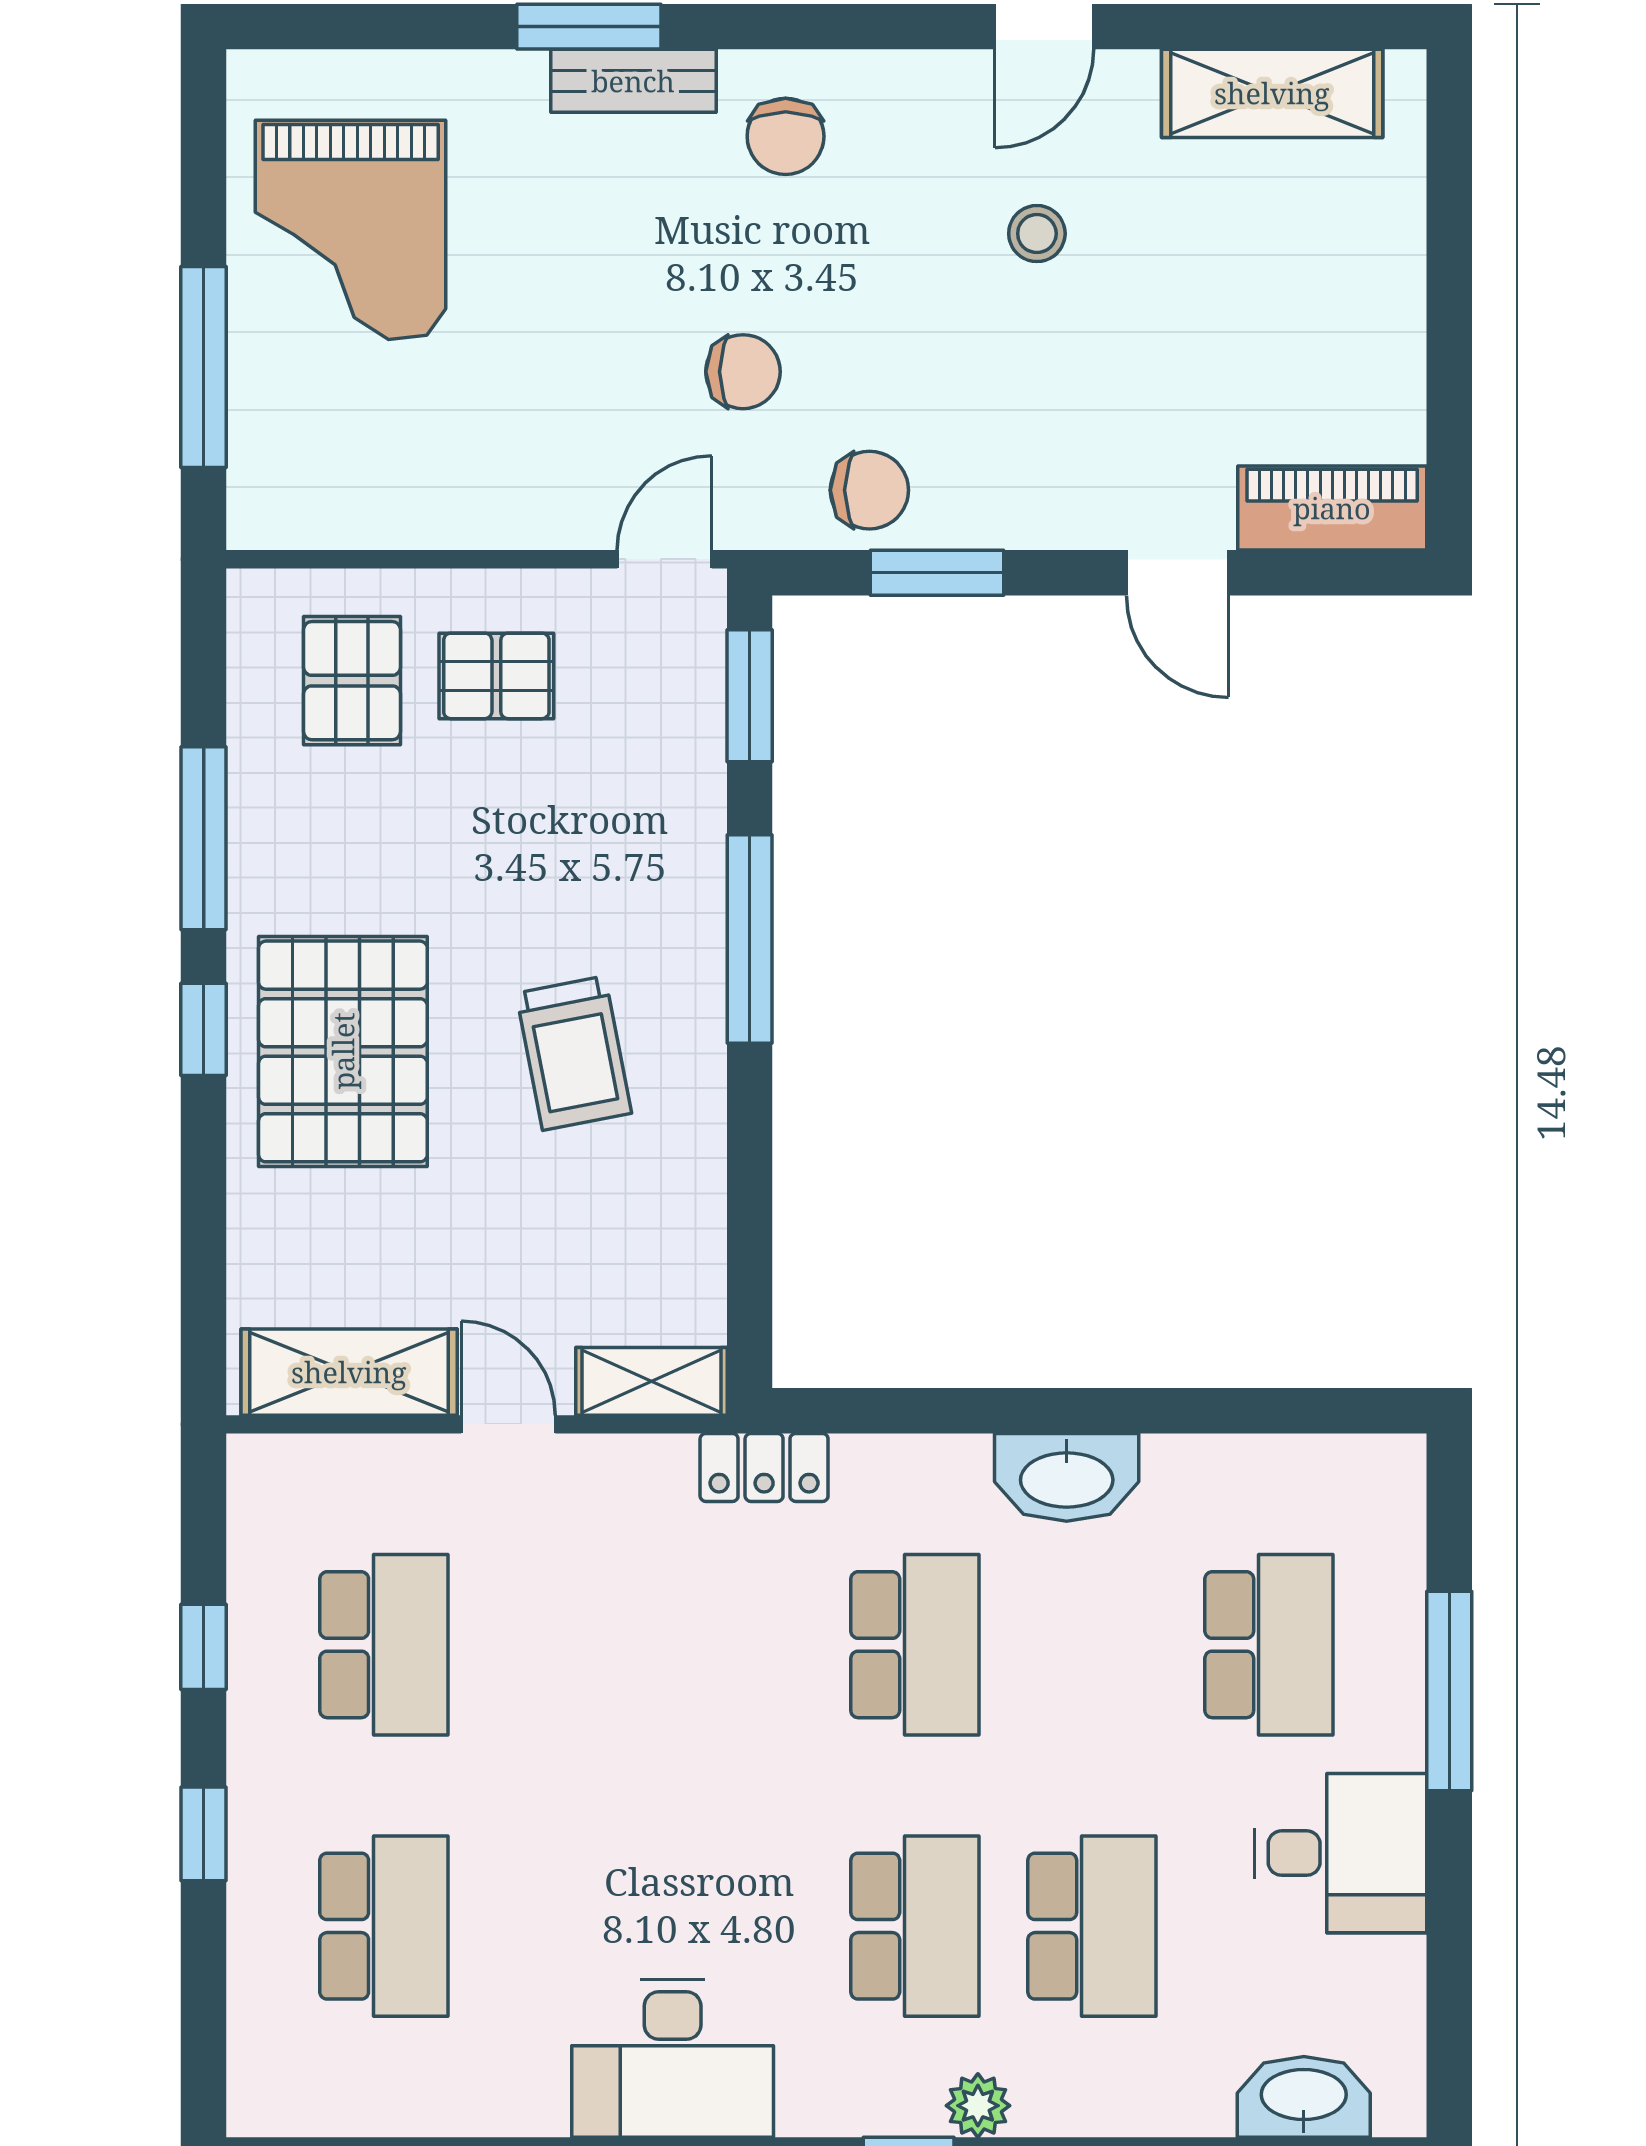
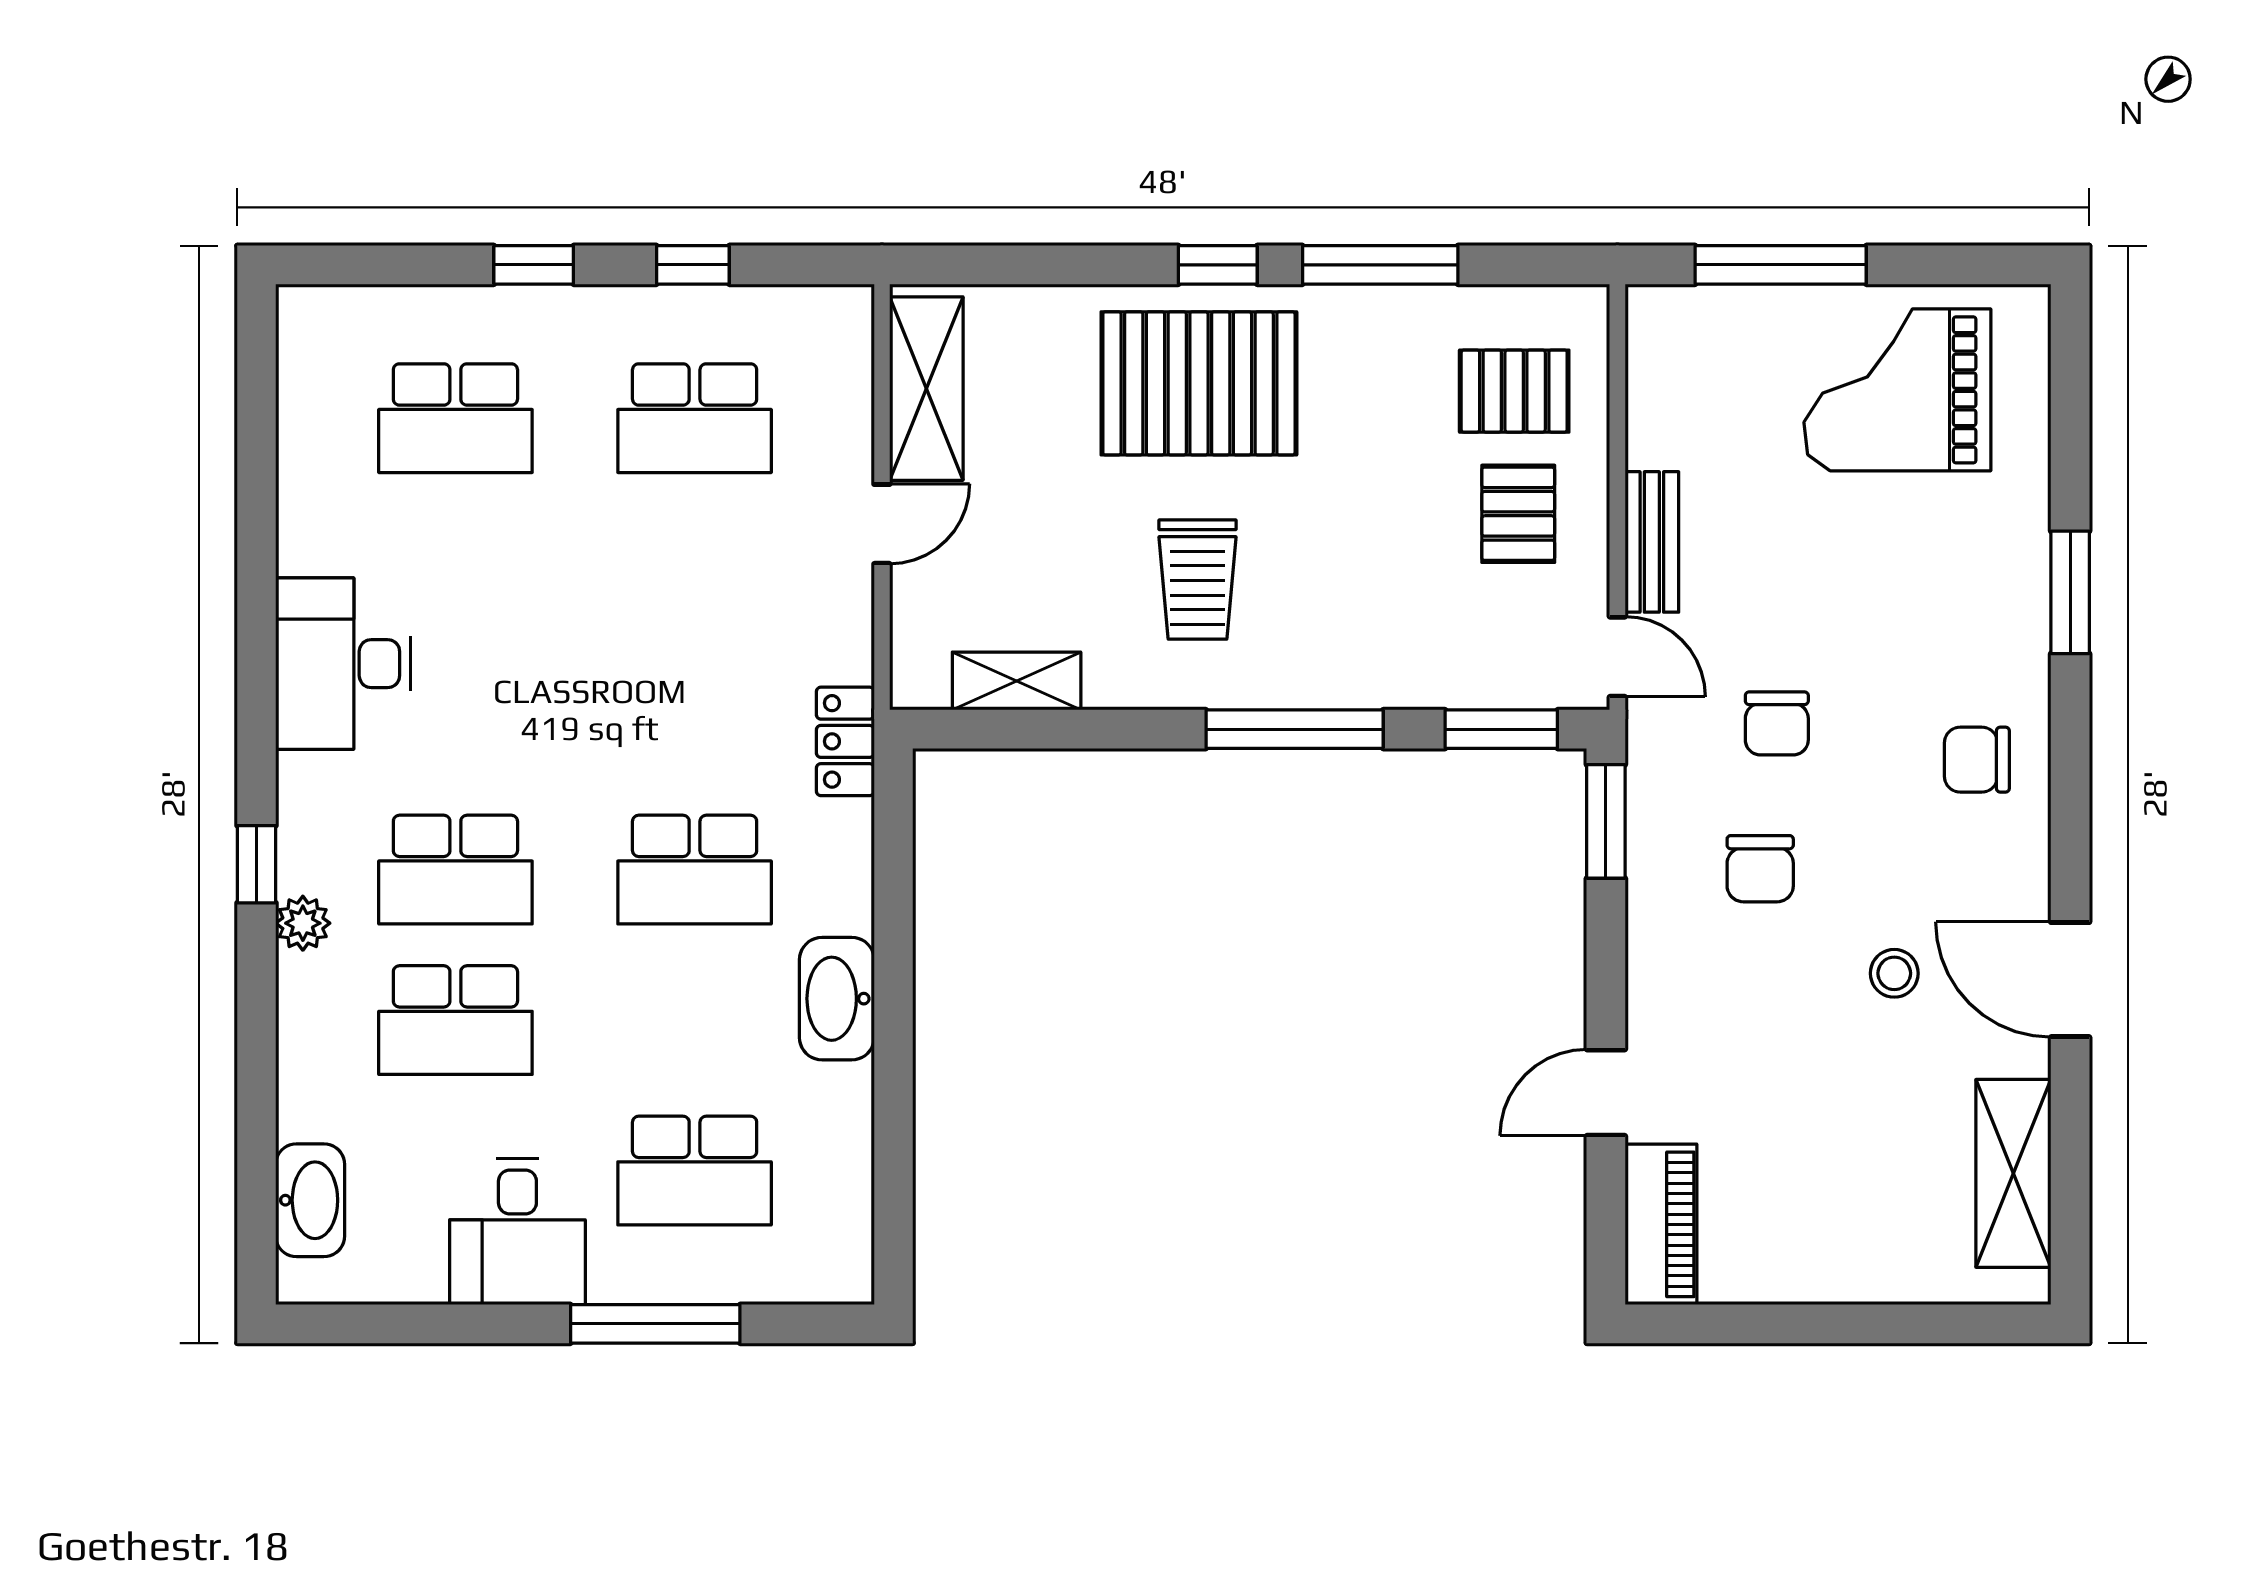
door: (1044, 27) -> (2070, 980), width x1.37
bench: (633, 81) -> (1652, 542), moved
chair: (869, 490) -> (1760, 869), moved
window: (937, 573) -> (1606, 821), moved
trolley: (574, 1053) -> (1197, 580), turned -79
shelving: (652, 1381) -> (1017, 681), moved, turned 90

